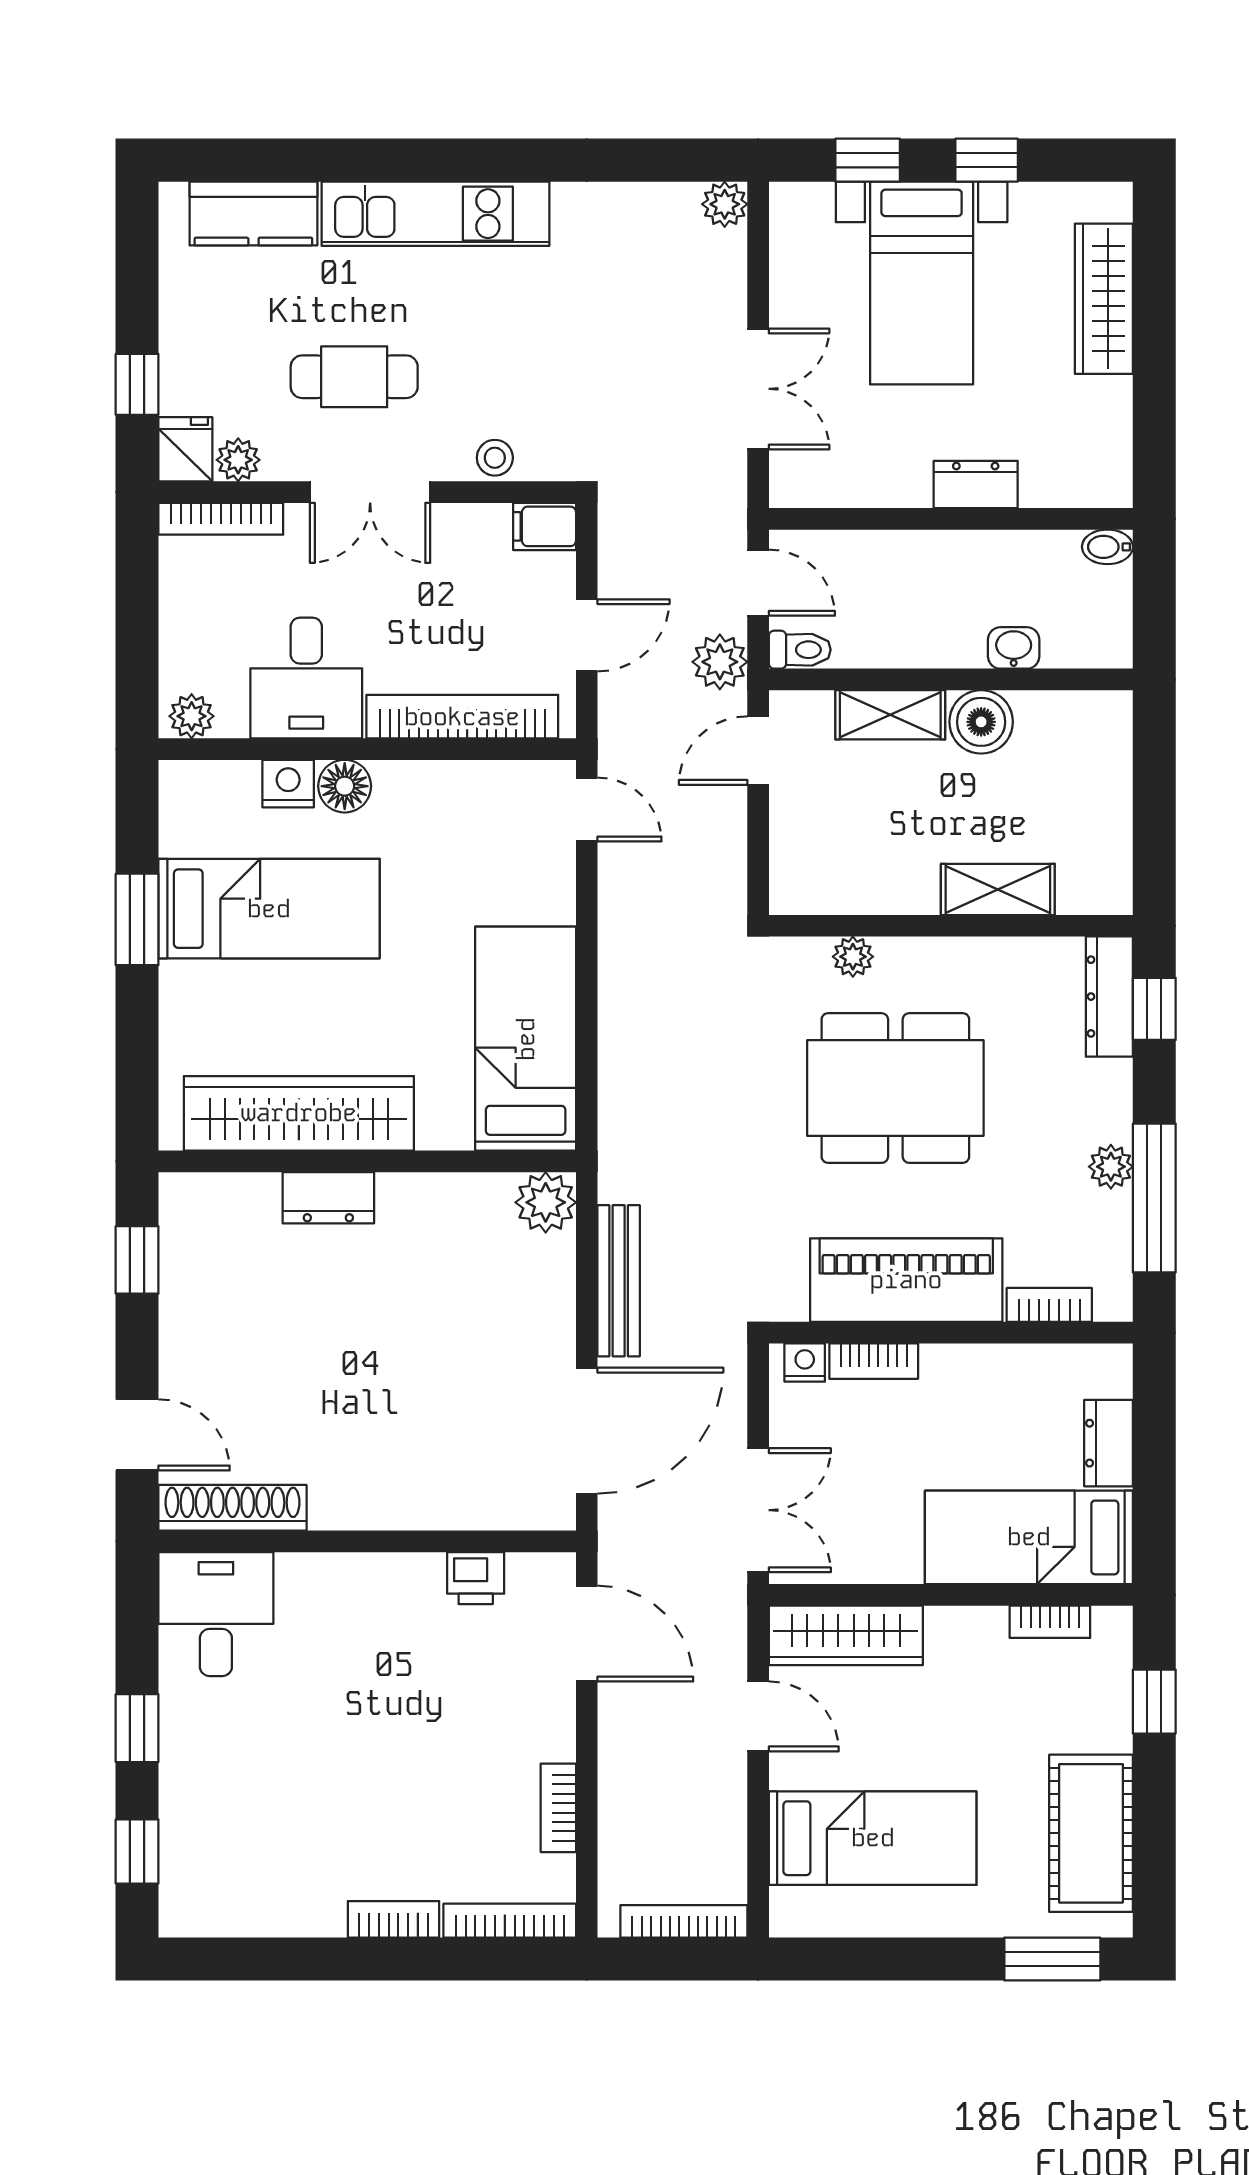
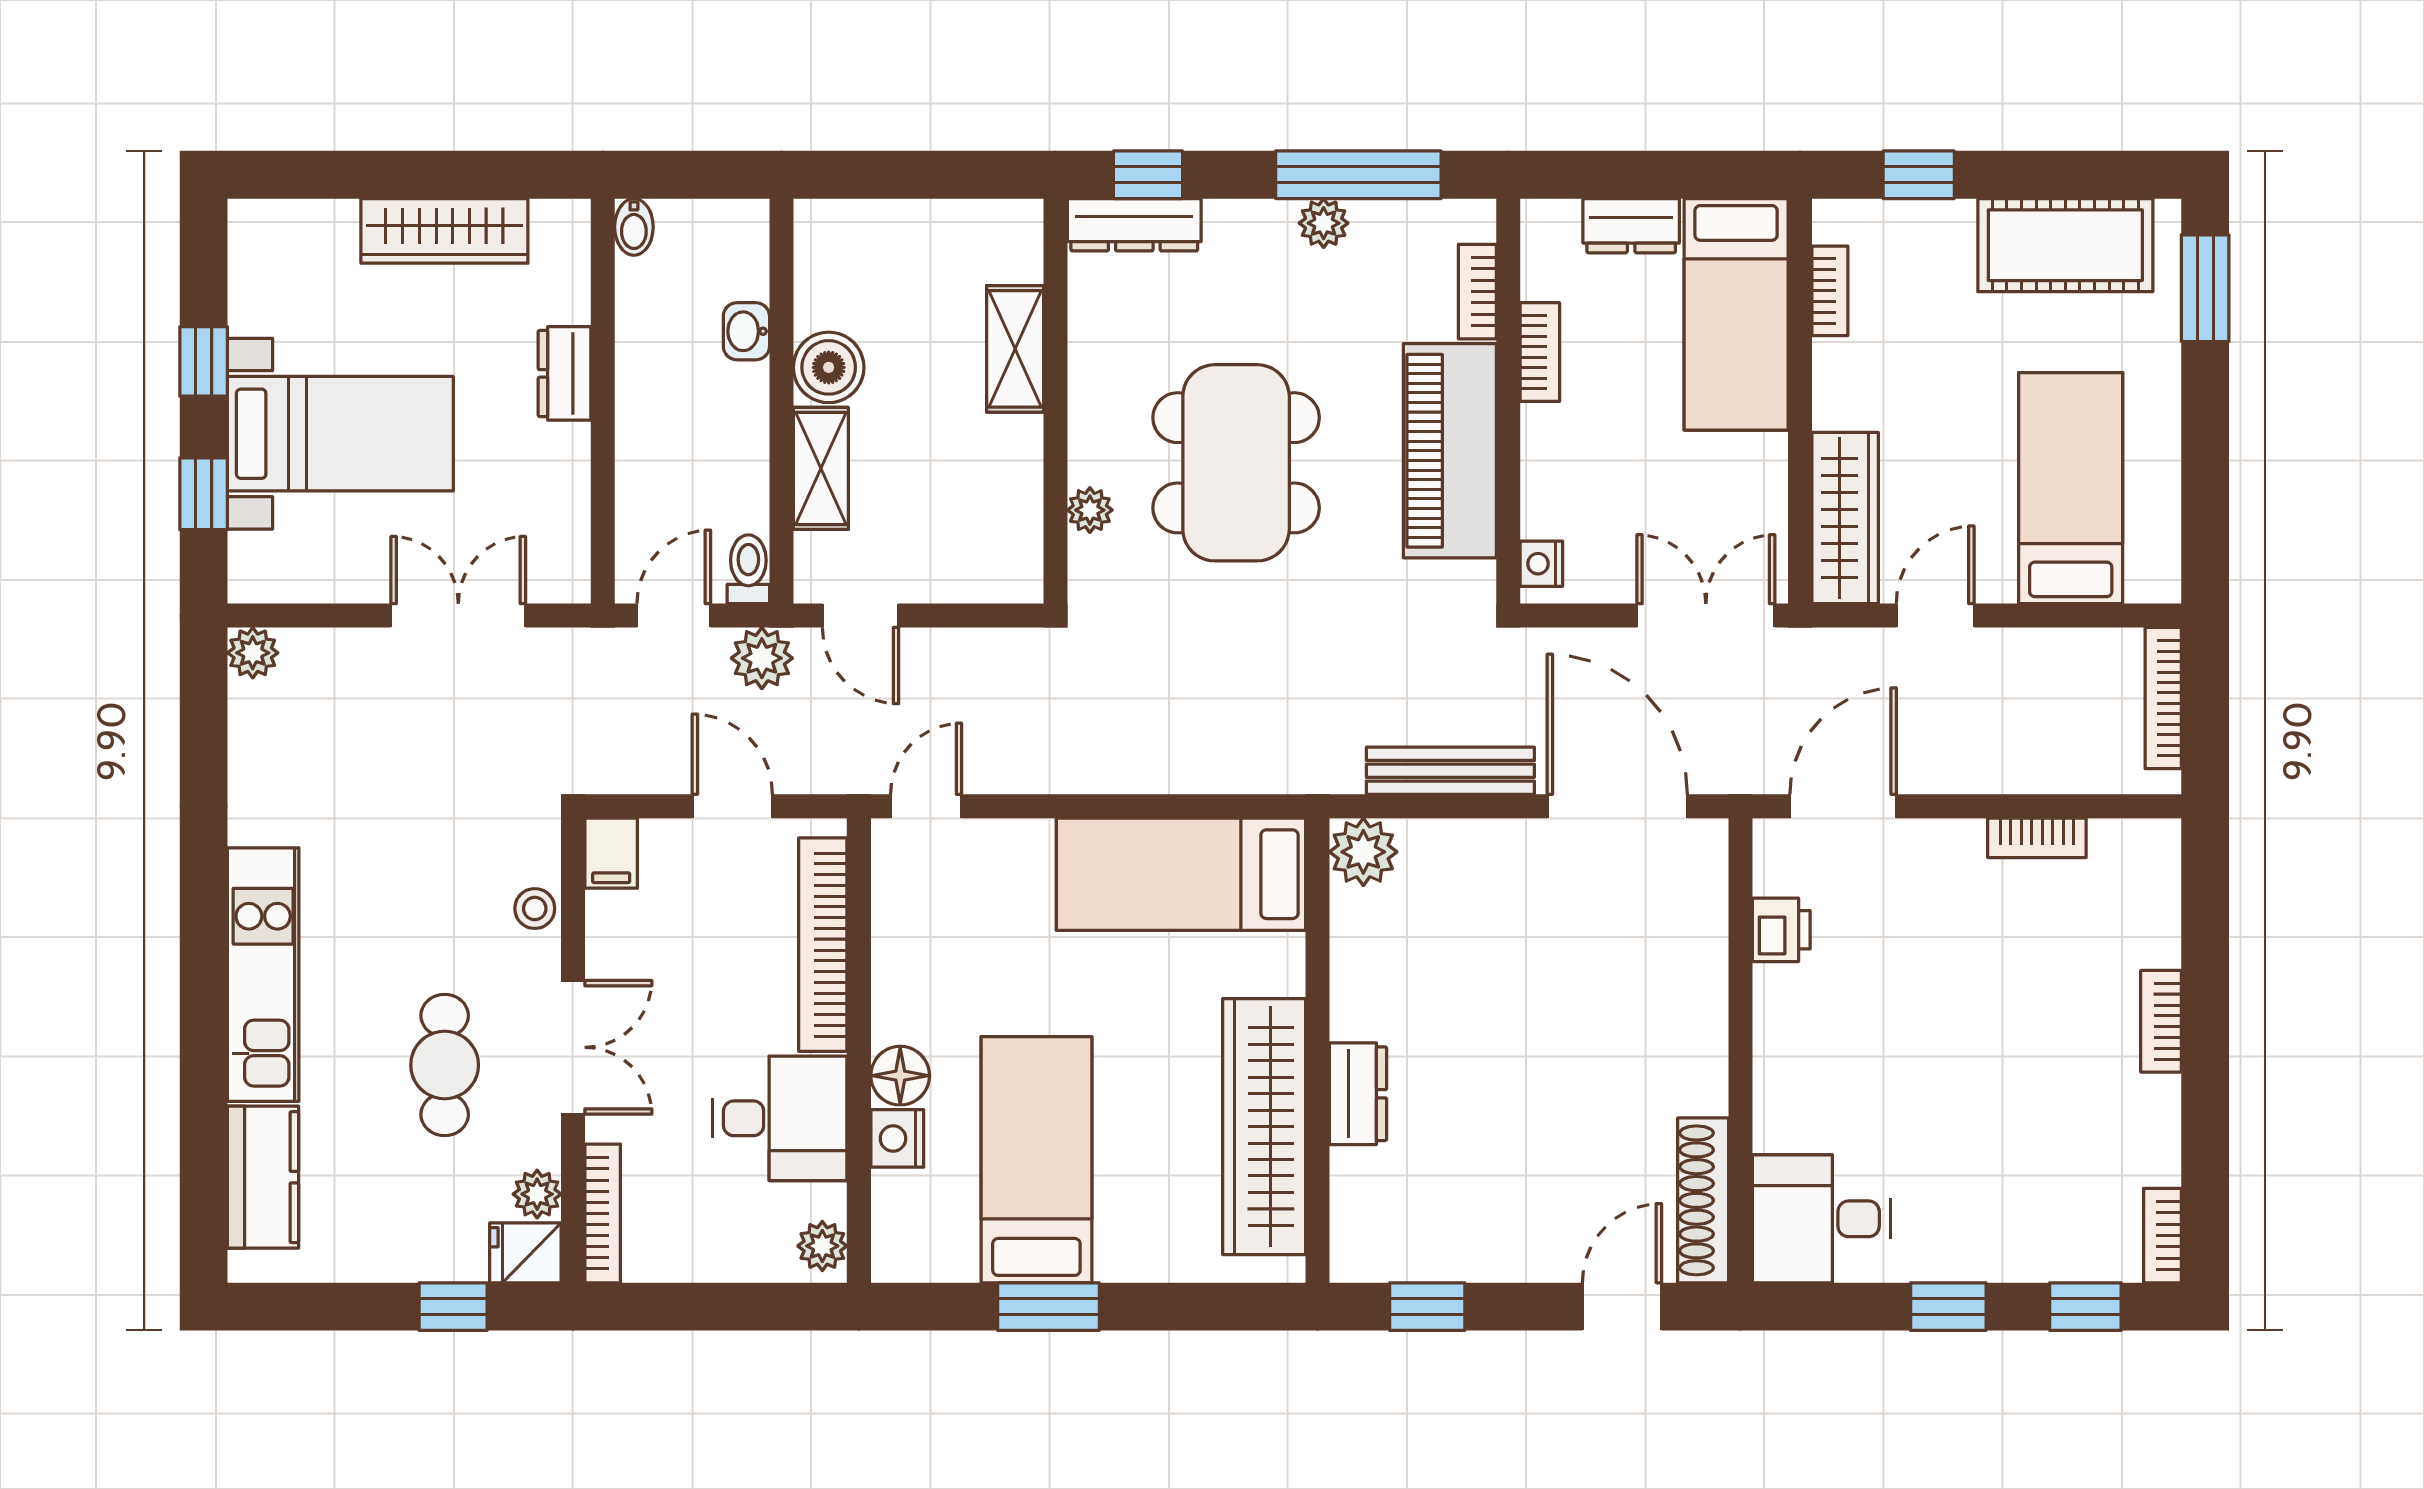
wardrobe: (1104, 299) -> (444, 231), moved
bookcase: (874, 1361) -> (1540, 352), moved
bookcase: (510, 1921) -> (2162, 1236), moved, width x0.64

